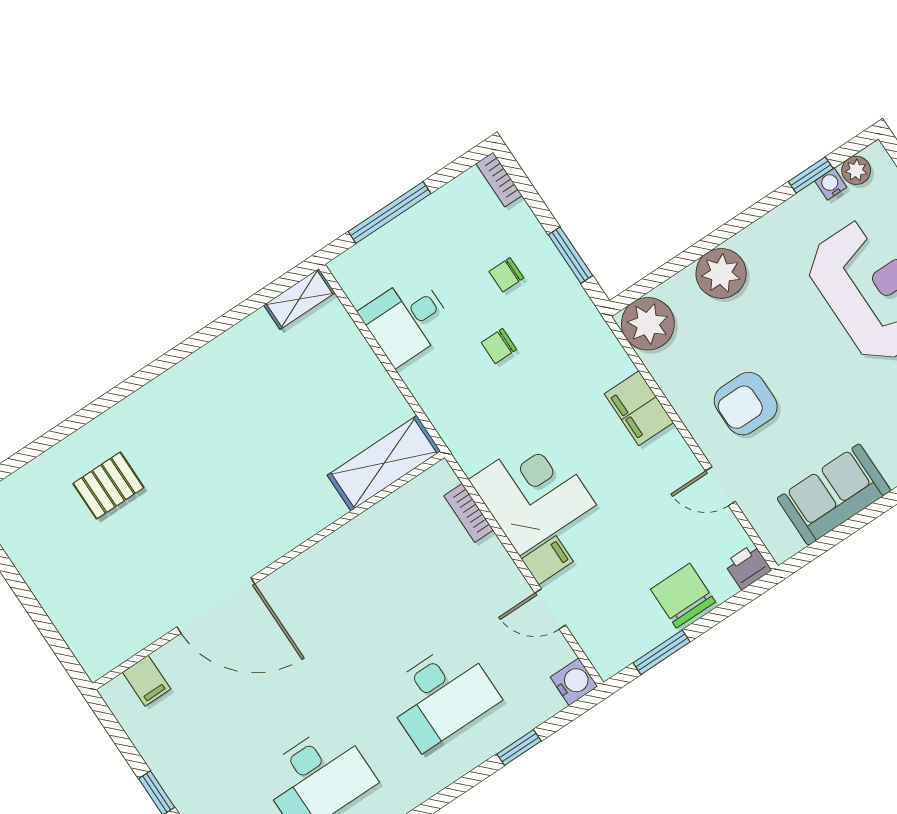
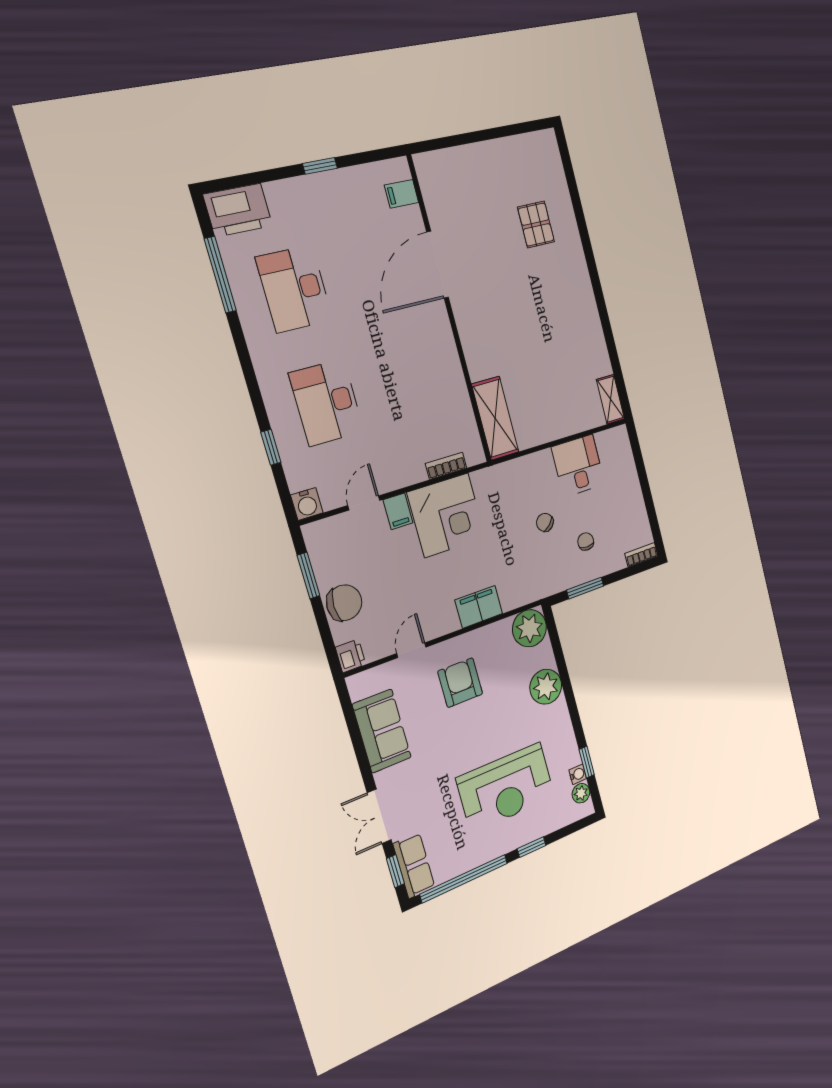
window: (390, 212) -> (643, 477), removed
chair: (499, 346) -> (545, 522), turned -44

